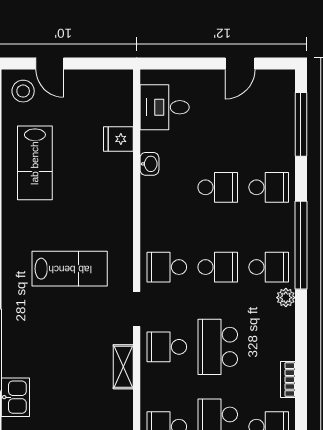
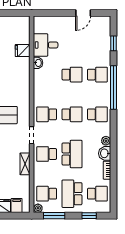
desk: (165, 107) -> (46, 45), moved
window: (301, 124) -> (113, 43), width x0.46
window: (301, 245) -> (113, 88), moved
plant: (286, 298) -> (106, 141), moved
washbasin: (283, 345) -> (105, 153), added
school desk: (218, 347) -> (72, 154), turned 180

